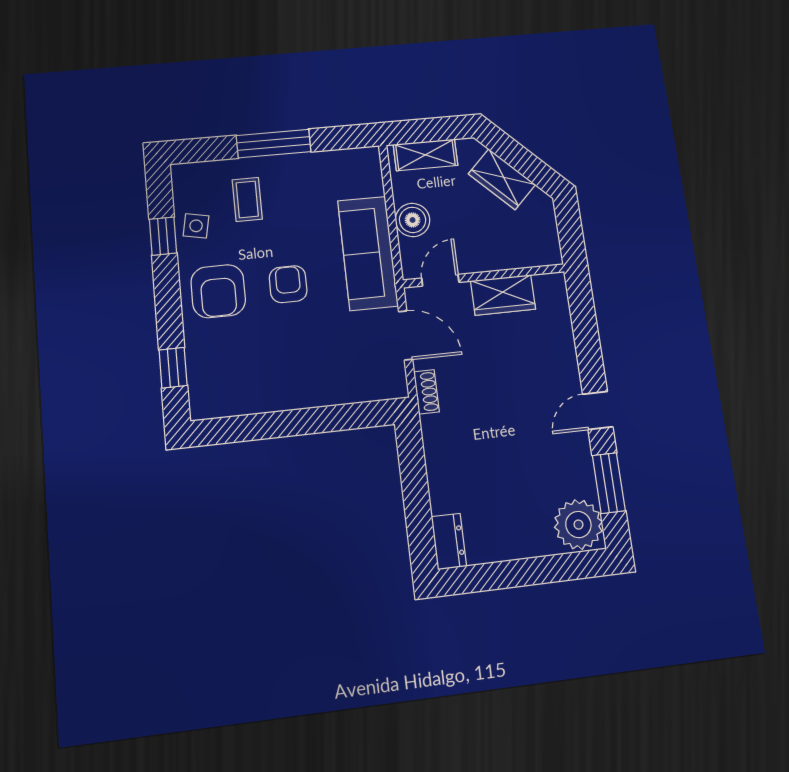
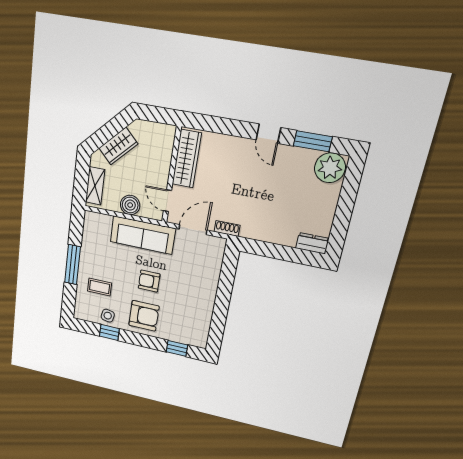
wardrobe: (503, 295) -> (187, 159), width x1.50

